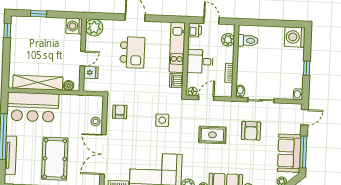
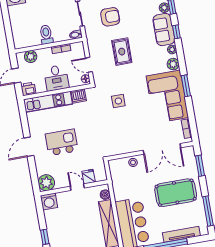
toilet: (248, 41) -> (46, 35), moved
armchair: (120, 112) -> (119, 142), removed

